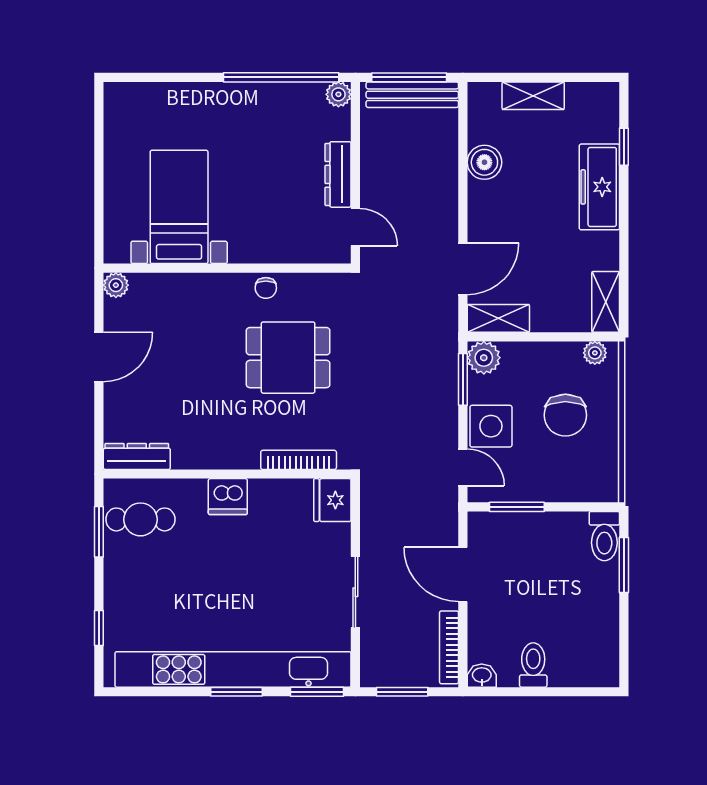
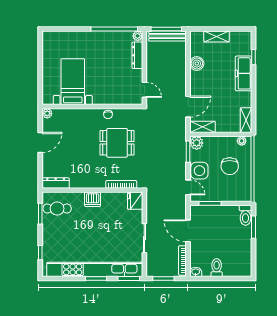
dresser: (338, 174) -> (137, 55), moved

